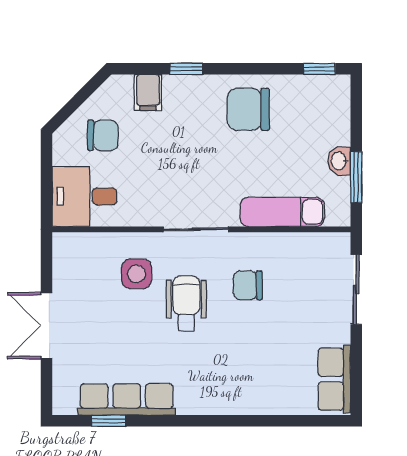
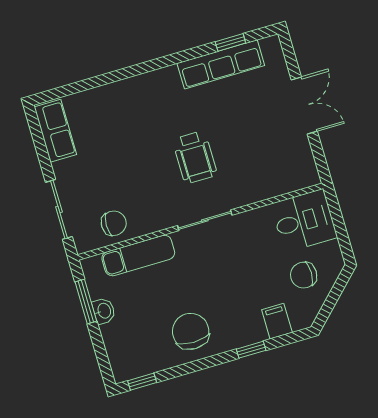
chair: (248, 109) -> (191, 331), turned -90
side table: (137, 274) -> (243, 170), removed
chair: (248, 285) -> (114, 223), moved

